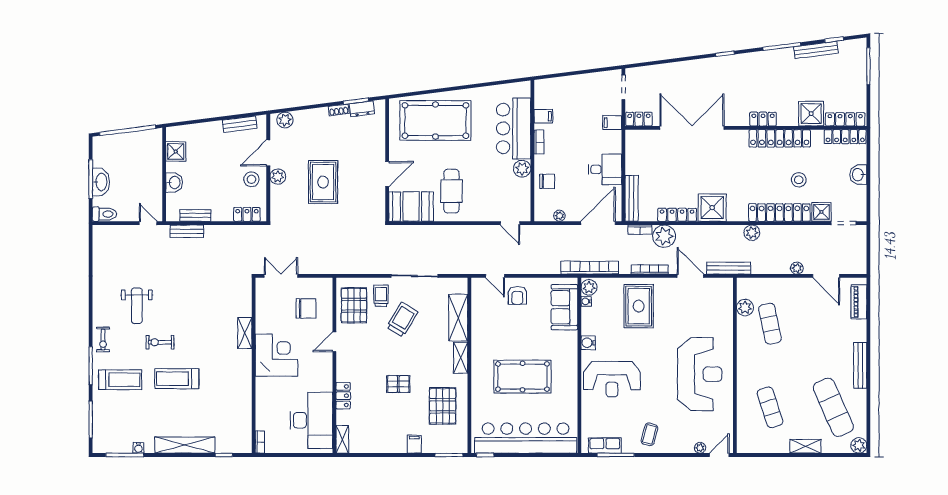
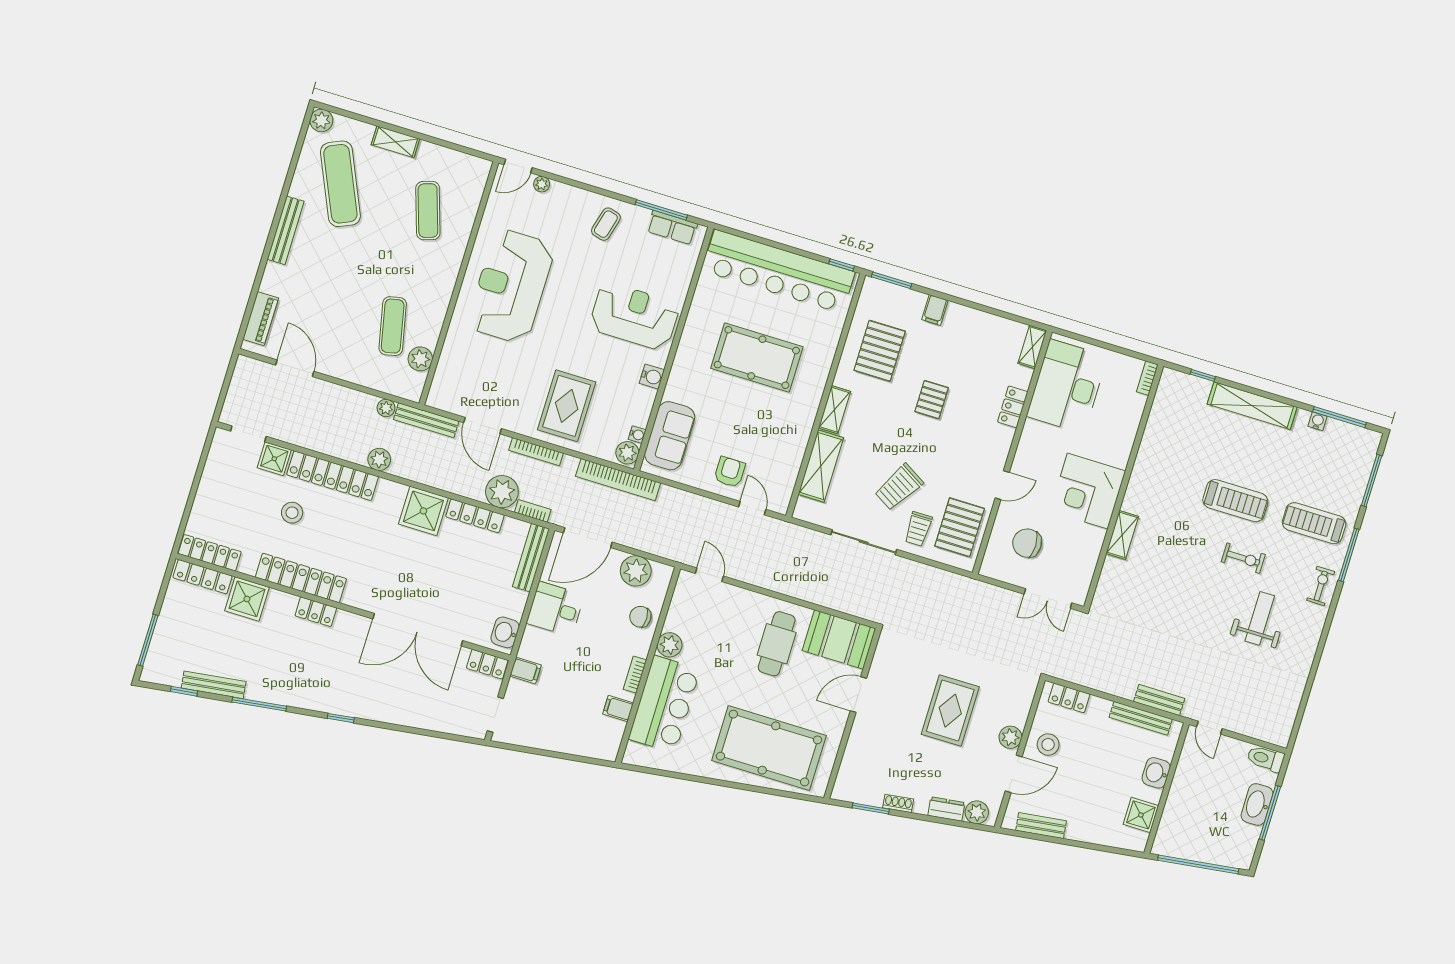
dresser: (362, 109) -> (946, 809), moved
washbasin: (858, 175) -> (505, 632), moved, turned 180
bench: (195, 215) -> (1141, 718), width x1.36
plant: (559, 216) -> (636, 571), width x1.88, depth x1.88
plant: (797, 268) -> (386, 408), moved
pallet: (398, 384) -> (932, 400), turned 90

